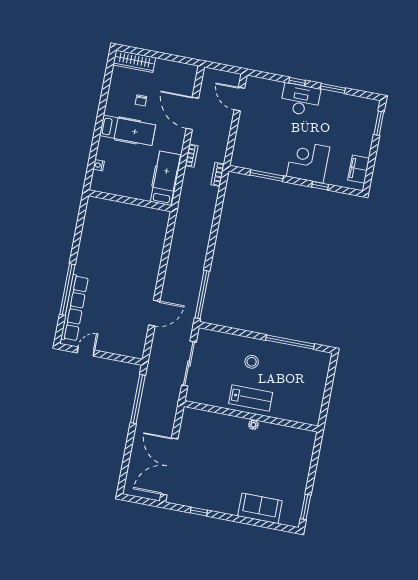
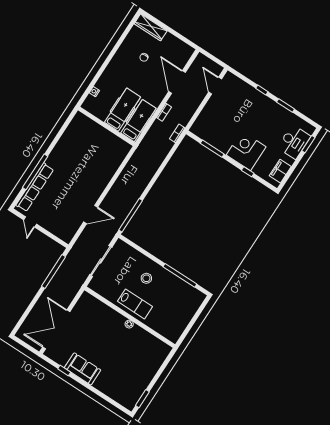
desk: (300, 100) -> (294, 142), moved, turned 90
hospital bed: (128, 130) -> (123, 110), moved, turned -90
door: (86, 352) -> (30, 222), swing flipped
sofa: (260, 508) -> (83, 369), moved

